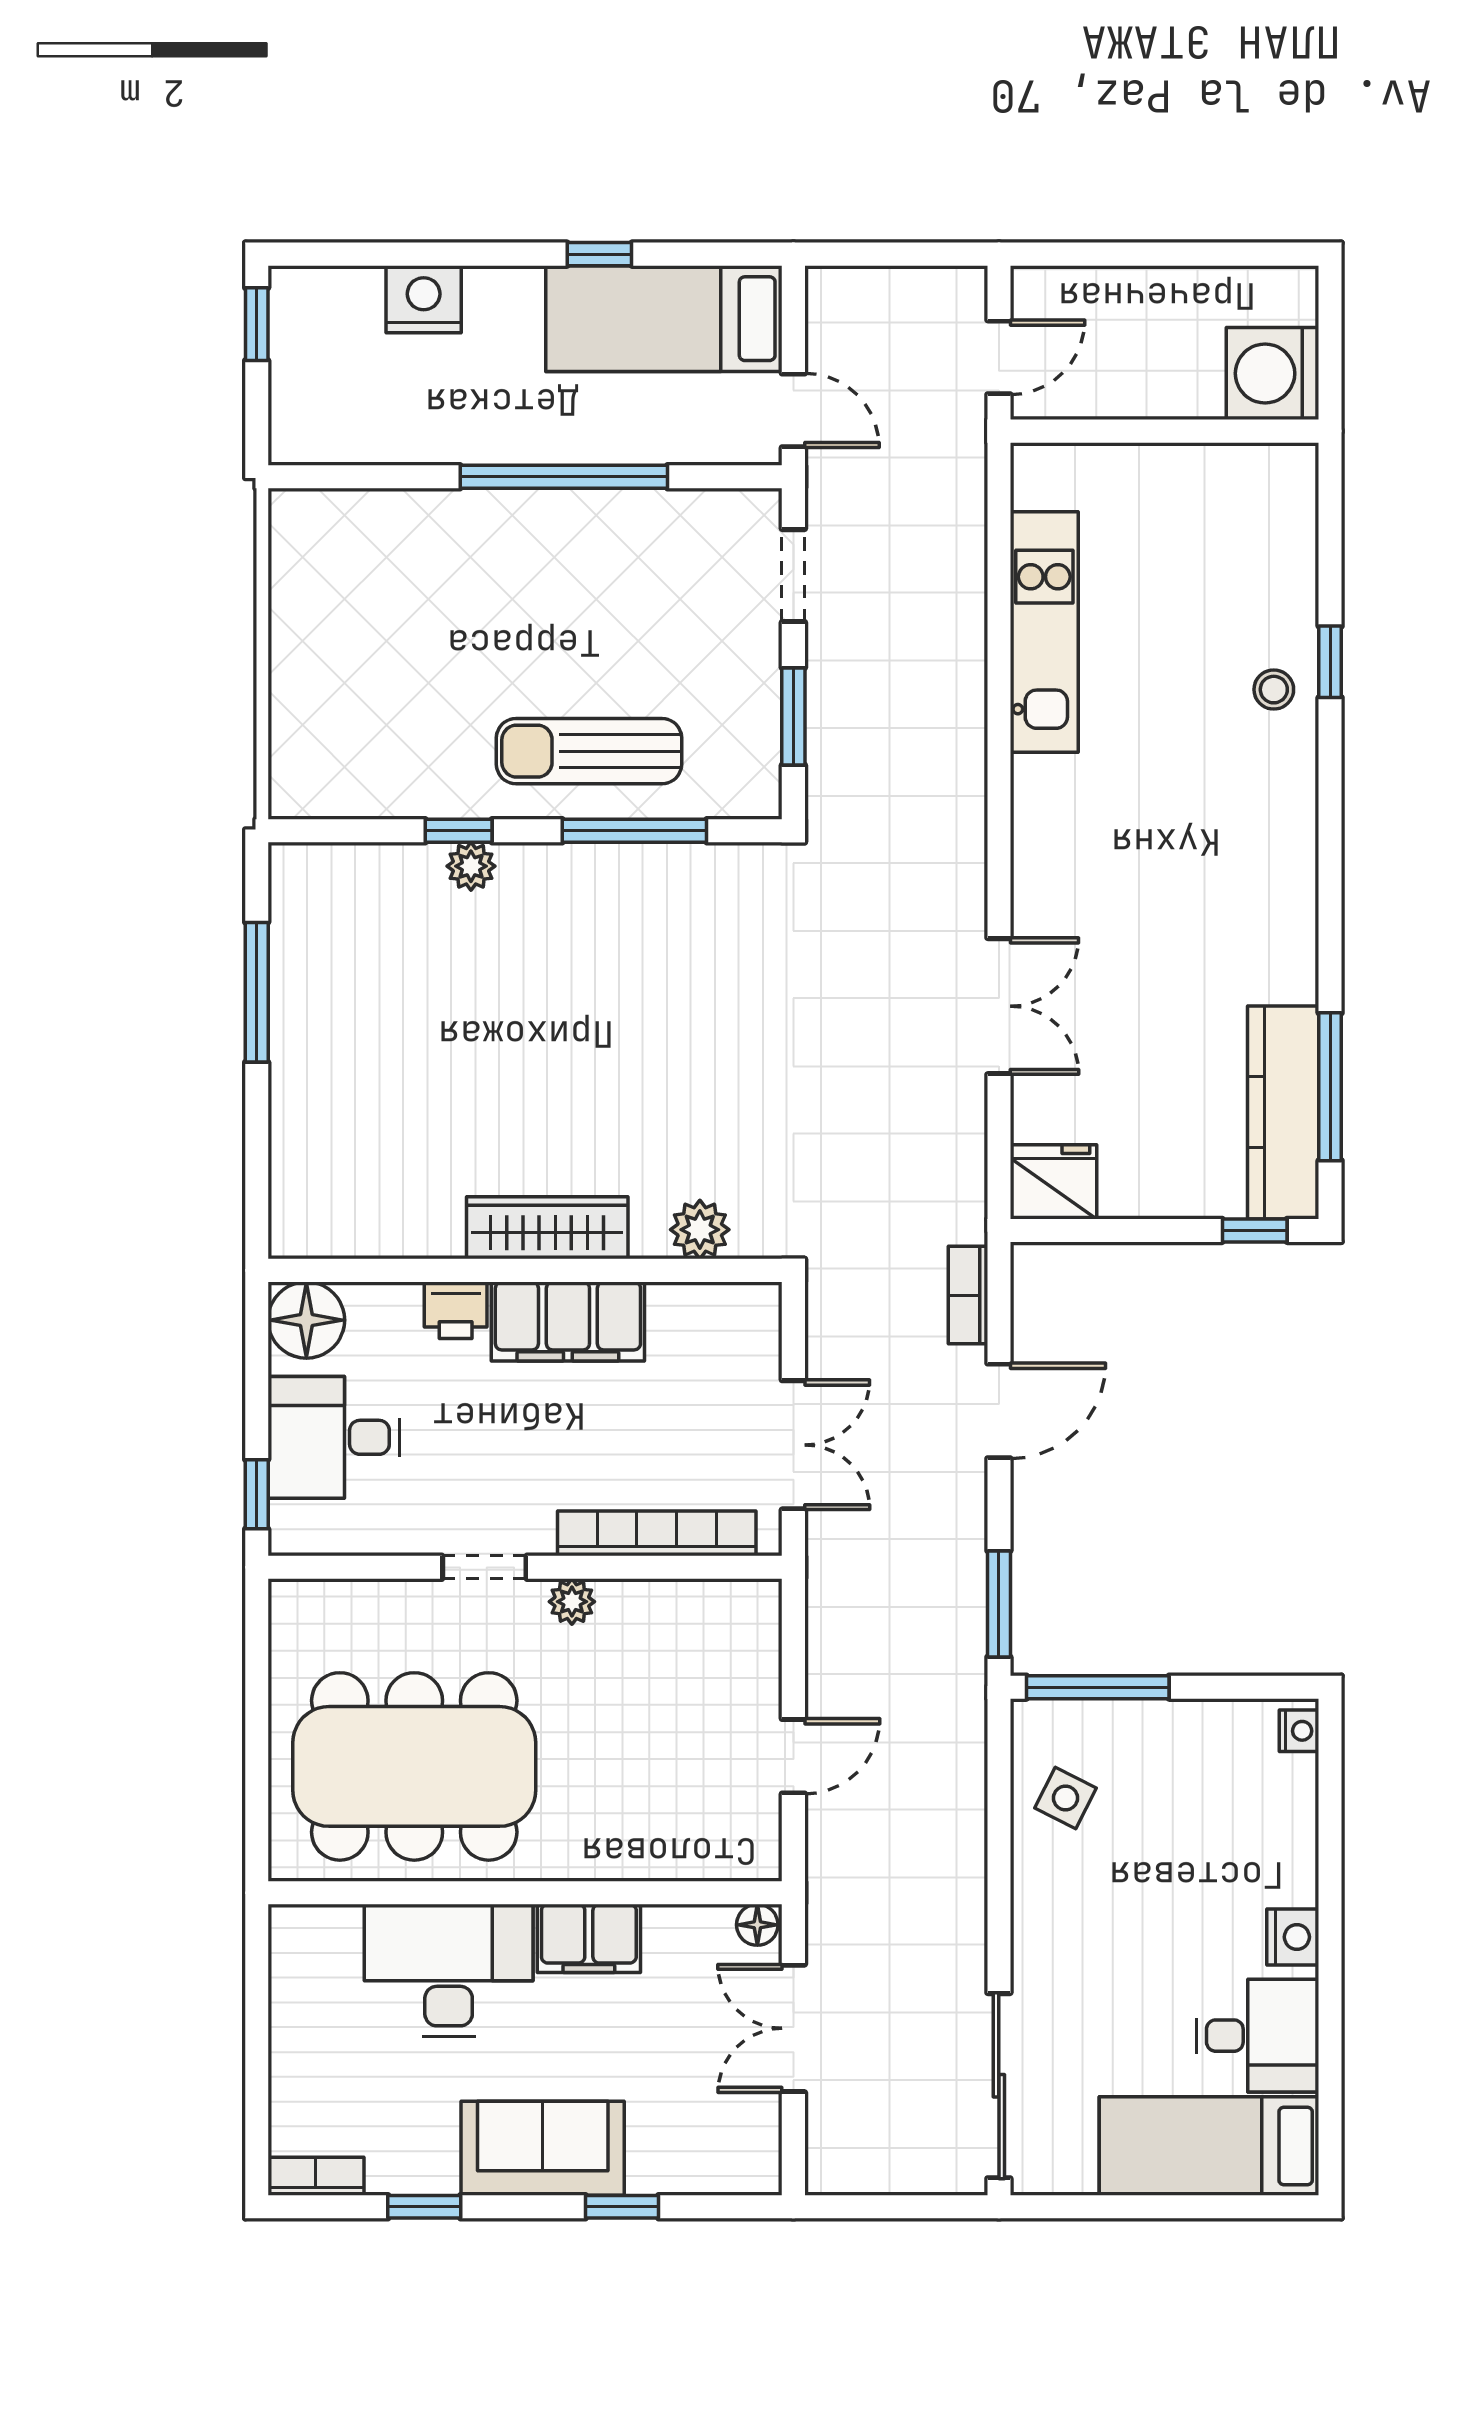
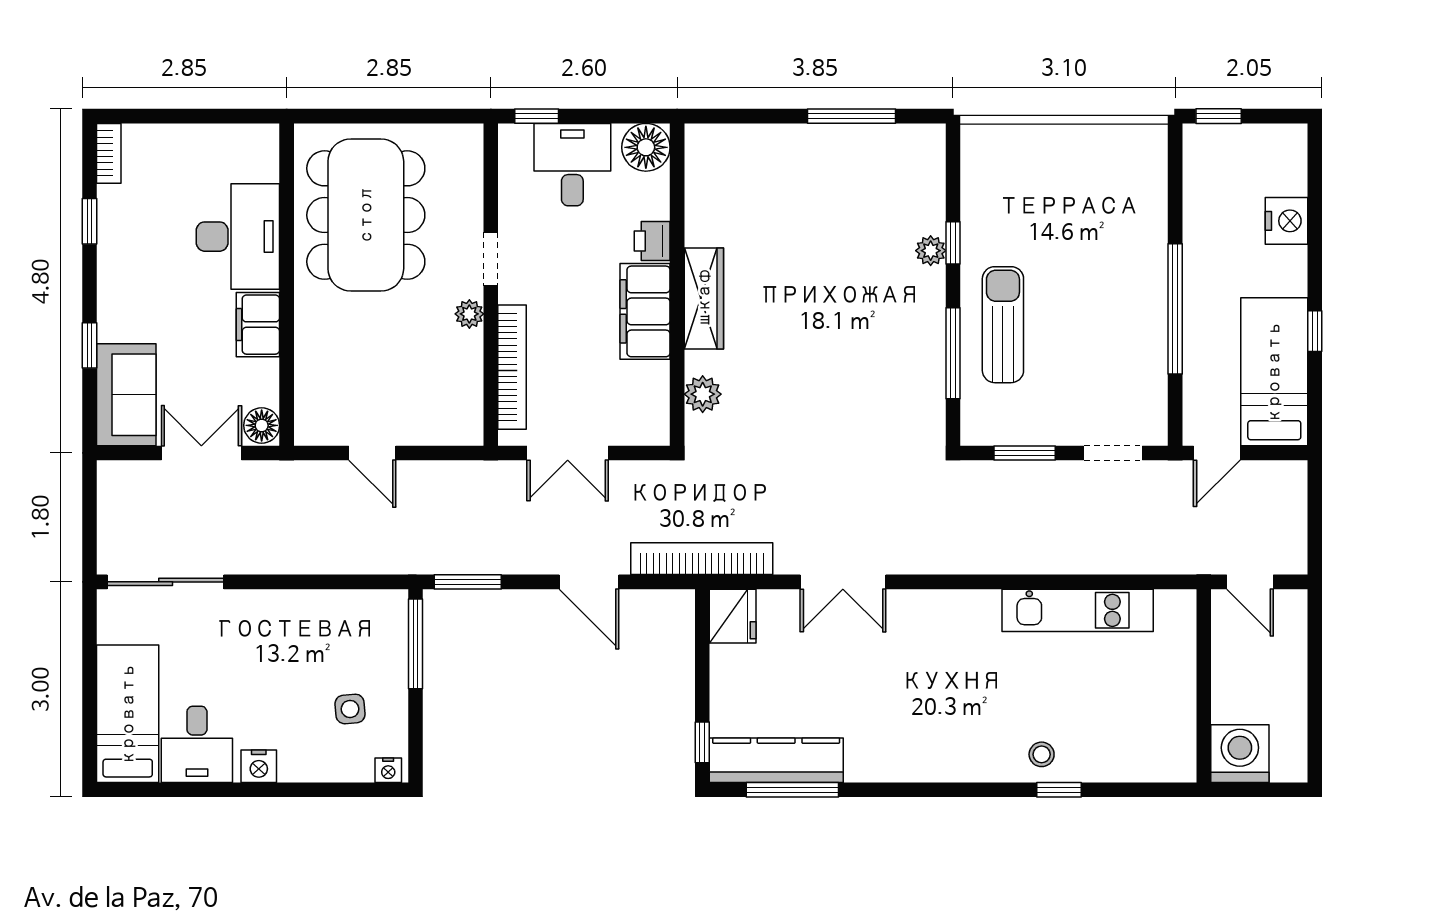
window: (257, 324) -> (1219, 116), moved
bookcase: (968, 1295) -> (702, 559), width x2.31, depth x1.31
side table: (1066, 1798) -> (350, 709), moved, turned -32
floor lamp: (757, 1925) -> (262, 425), width x1.37, depth x1.37
sofa: (543, 2148) -> (126, 395), moved

